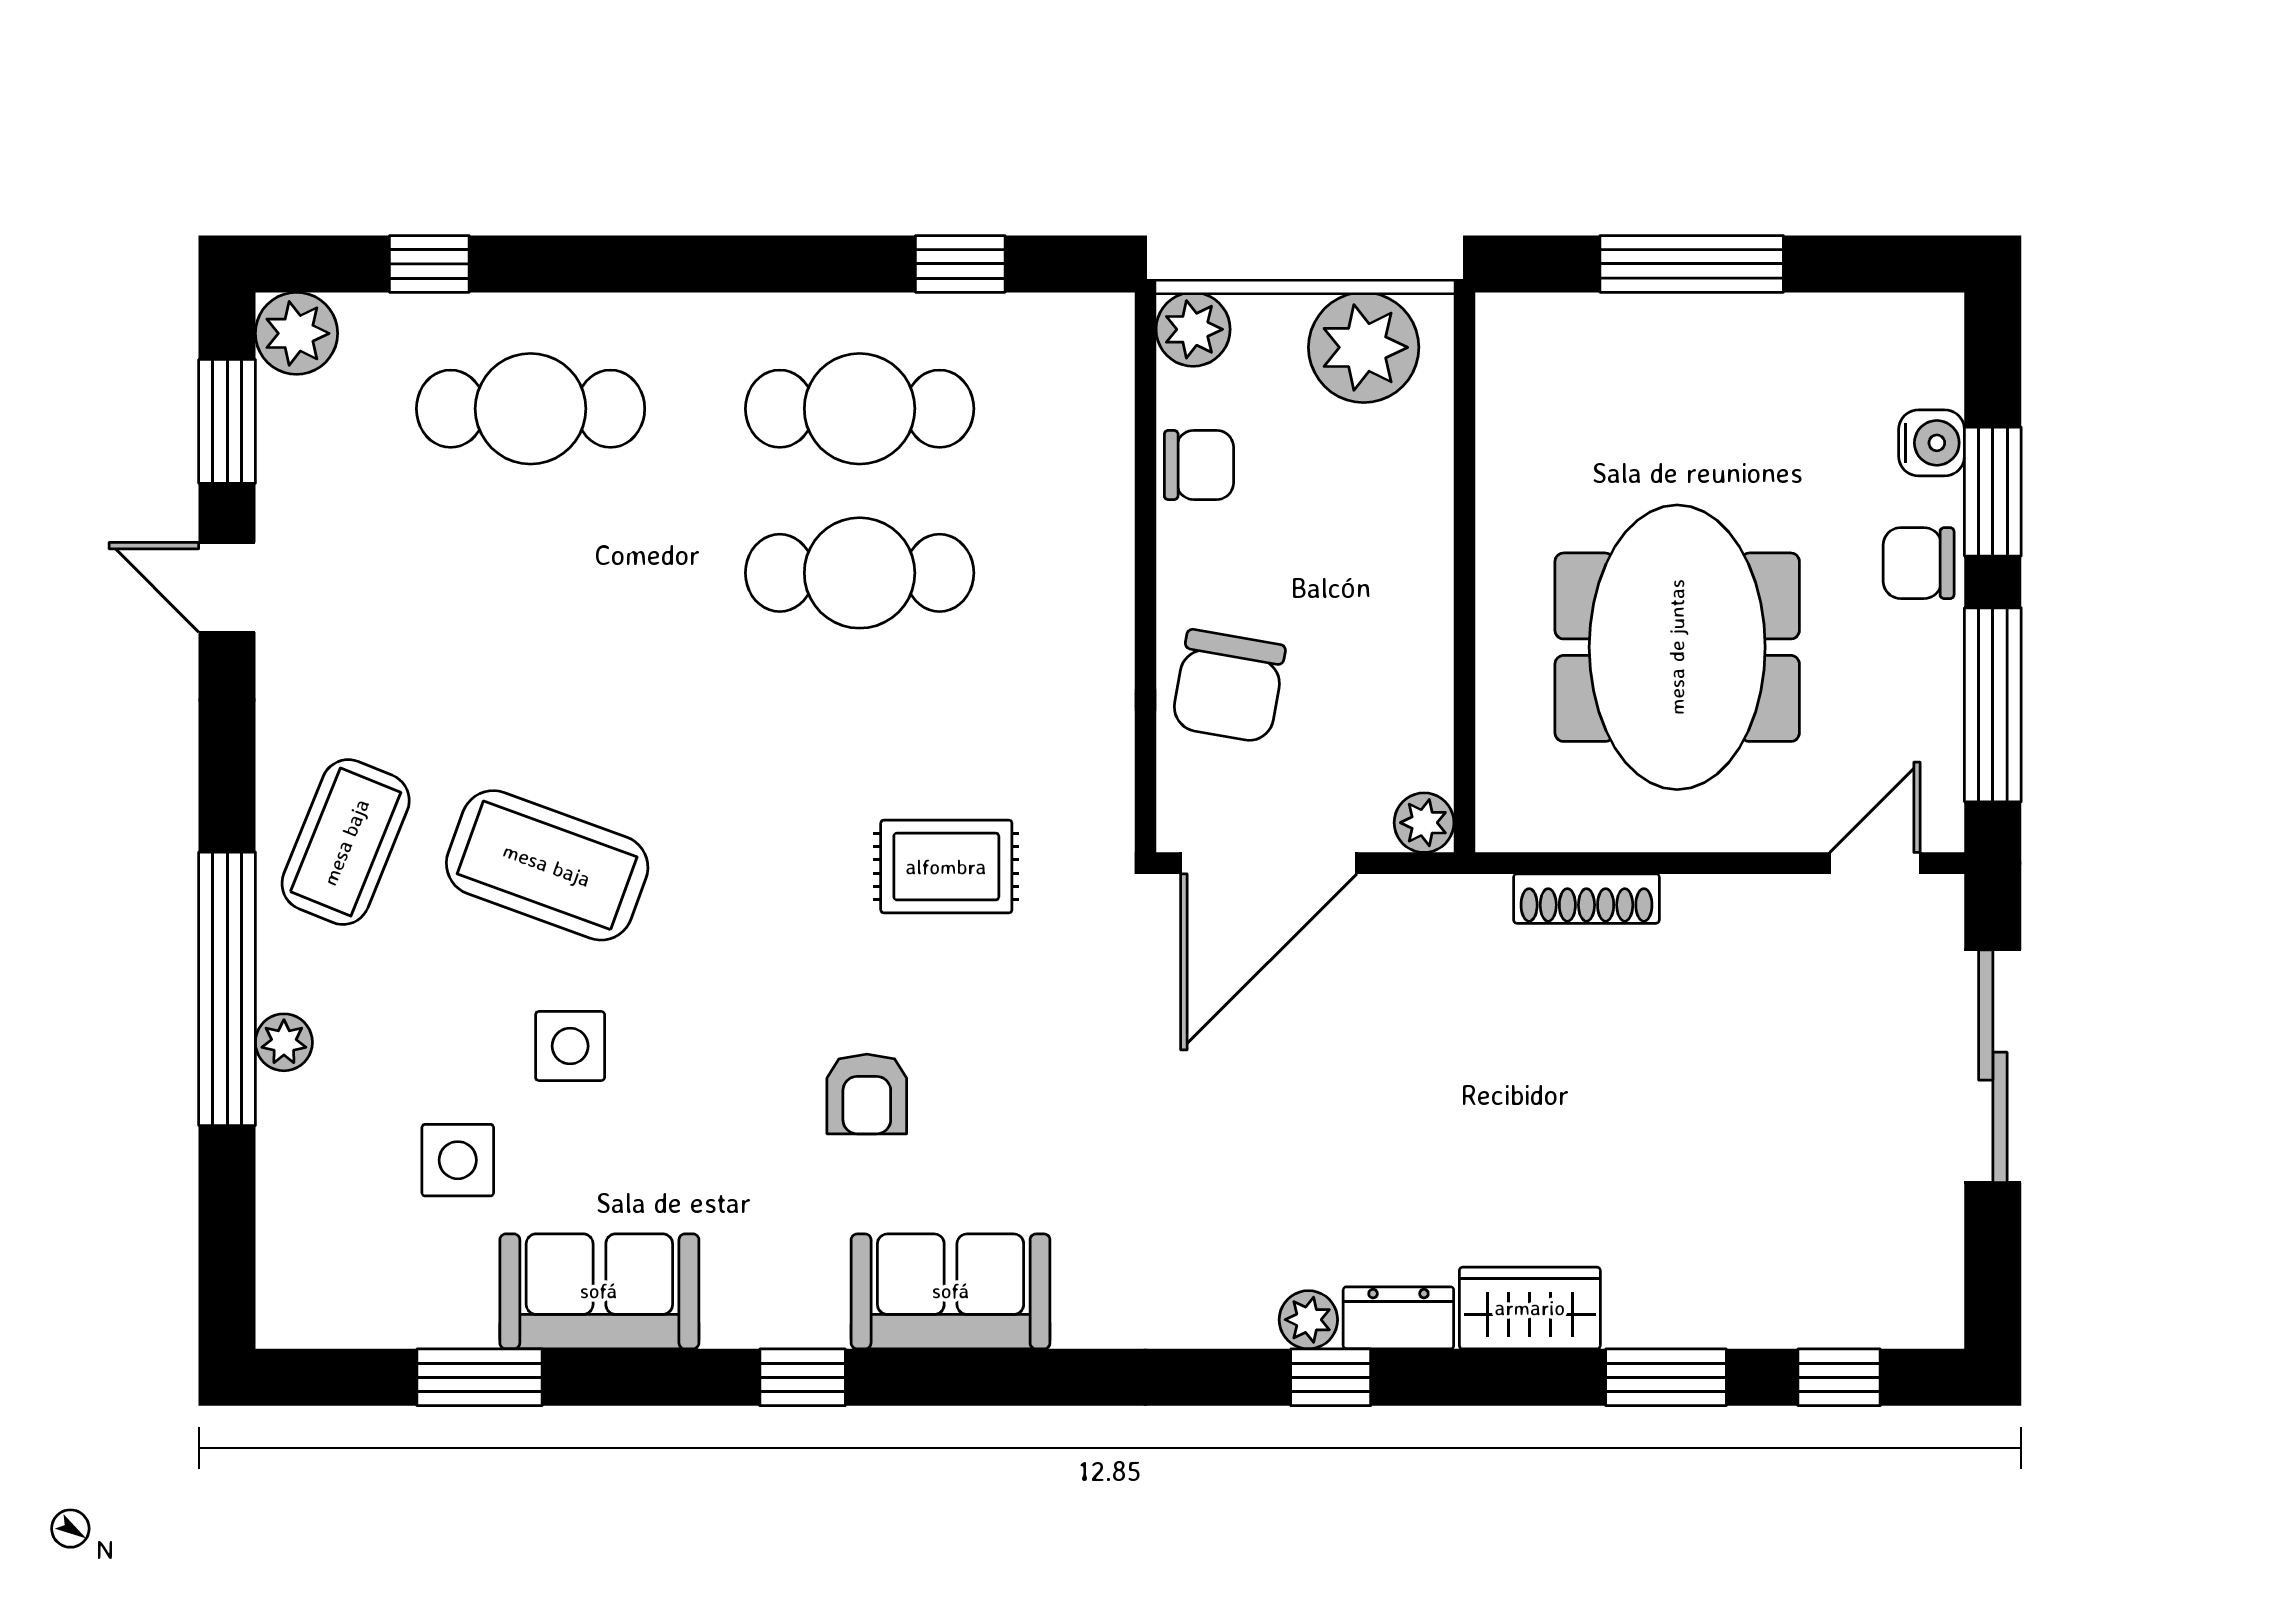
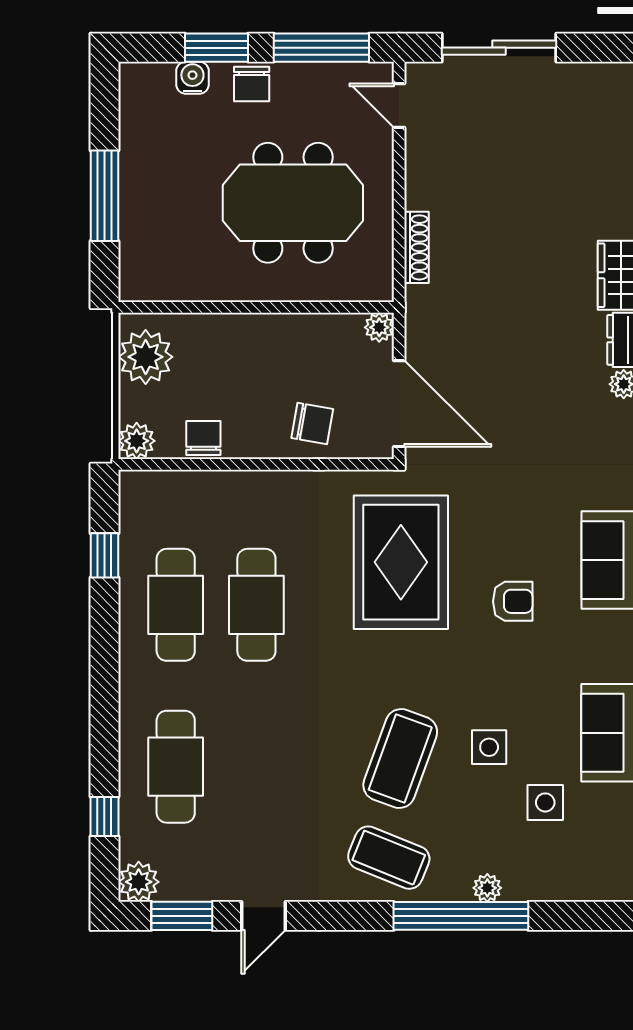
chair: (1228, 686) -> (312, 423), width x0.73, depth x0.73
rug: (946, 867) -> (401, 562), width x1.86, depth x2.06

